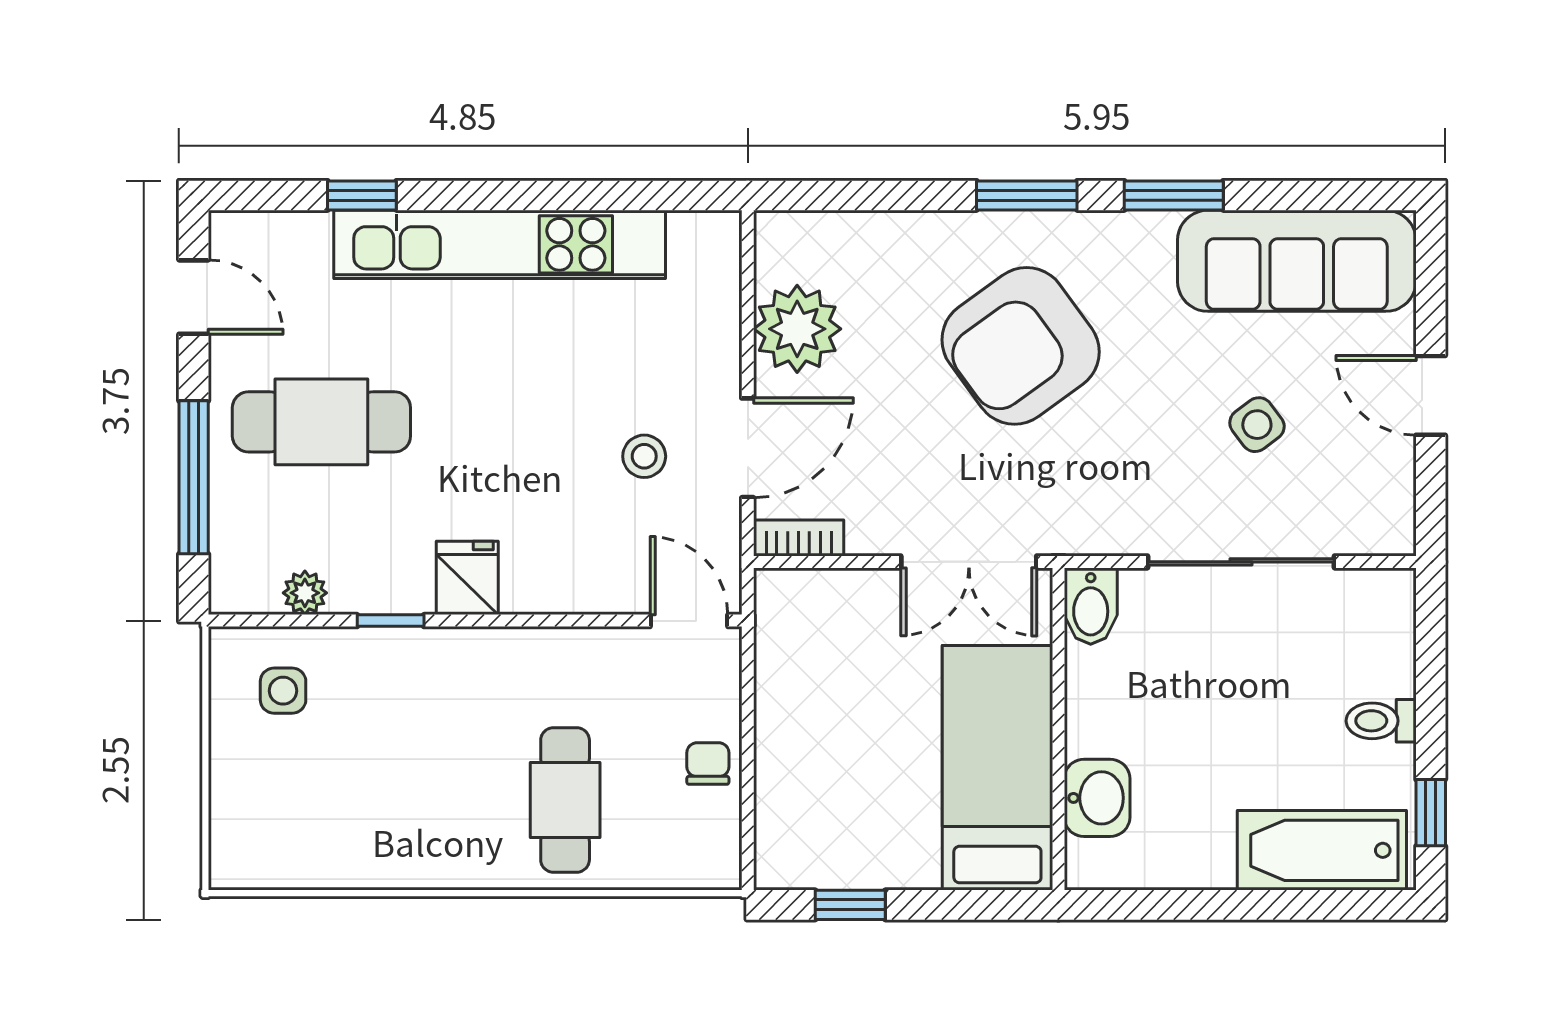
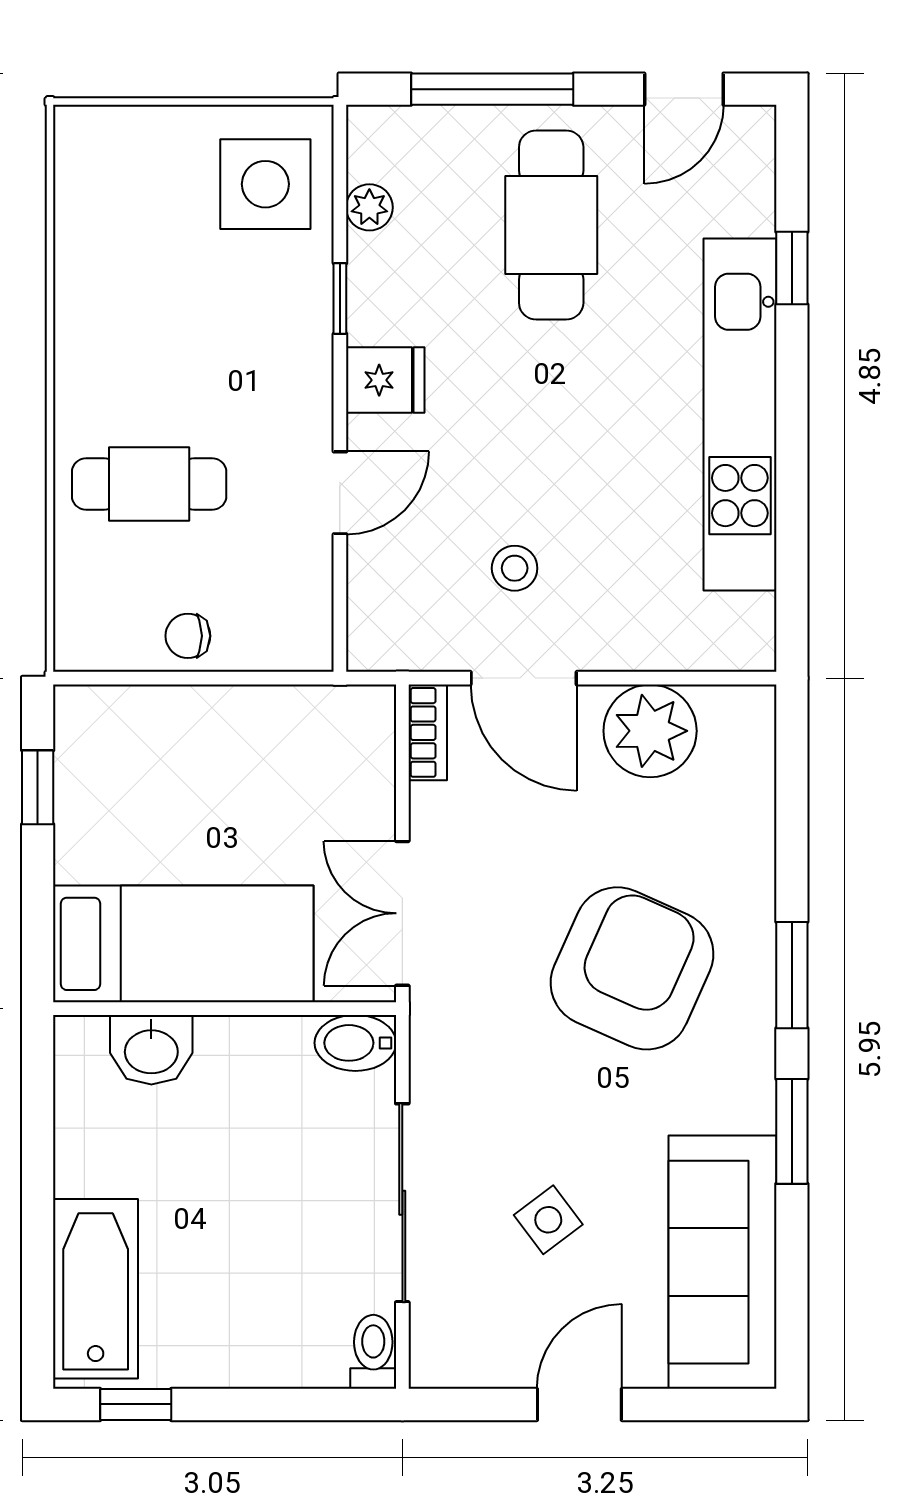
armchair: (1021, 346) -> (632, 968), turned 60
door: (689, 621) -> (340, 493), moved
side table: (283, 691) -> (265, 184), width x1.87, depth x1.87
toilet: (1381, 721) -> (373, 1352), moved
chair: (708, 764) -> (188, 636), turned 180

